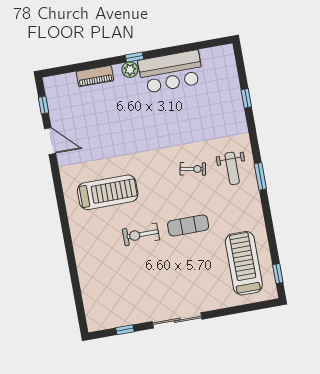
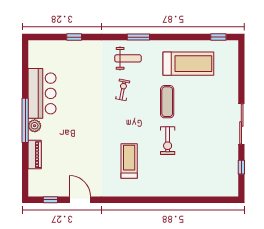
window: (134, 57) -> (25, 120), width x3.17
door: (50, 141) -> (80, 200), hinge flipped
treadmill: (108, 192) -> (129, 161), width x0.73, depth x0.73
treadmill: (244, 263) -> (188, 64), moved, turned 180

